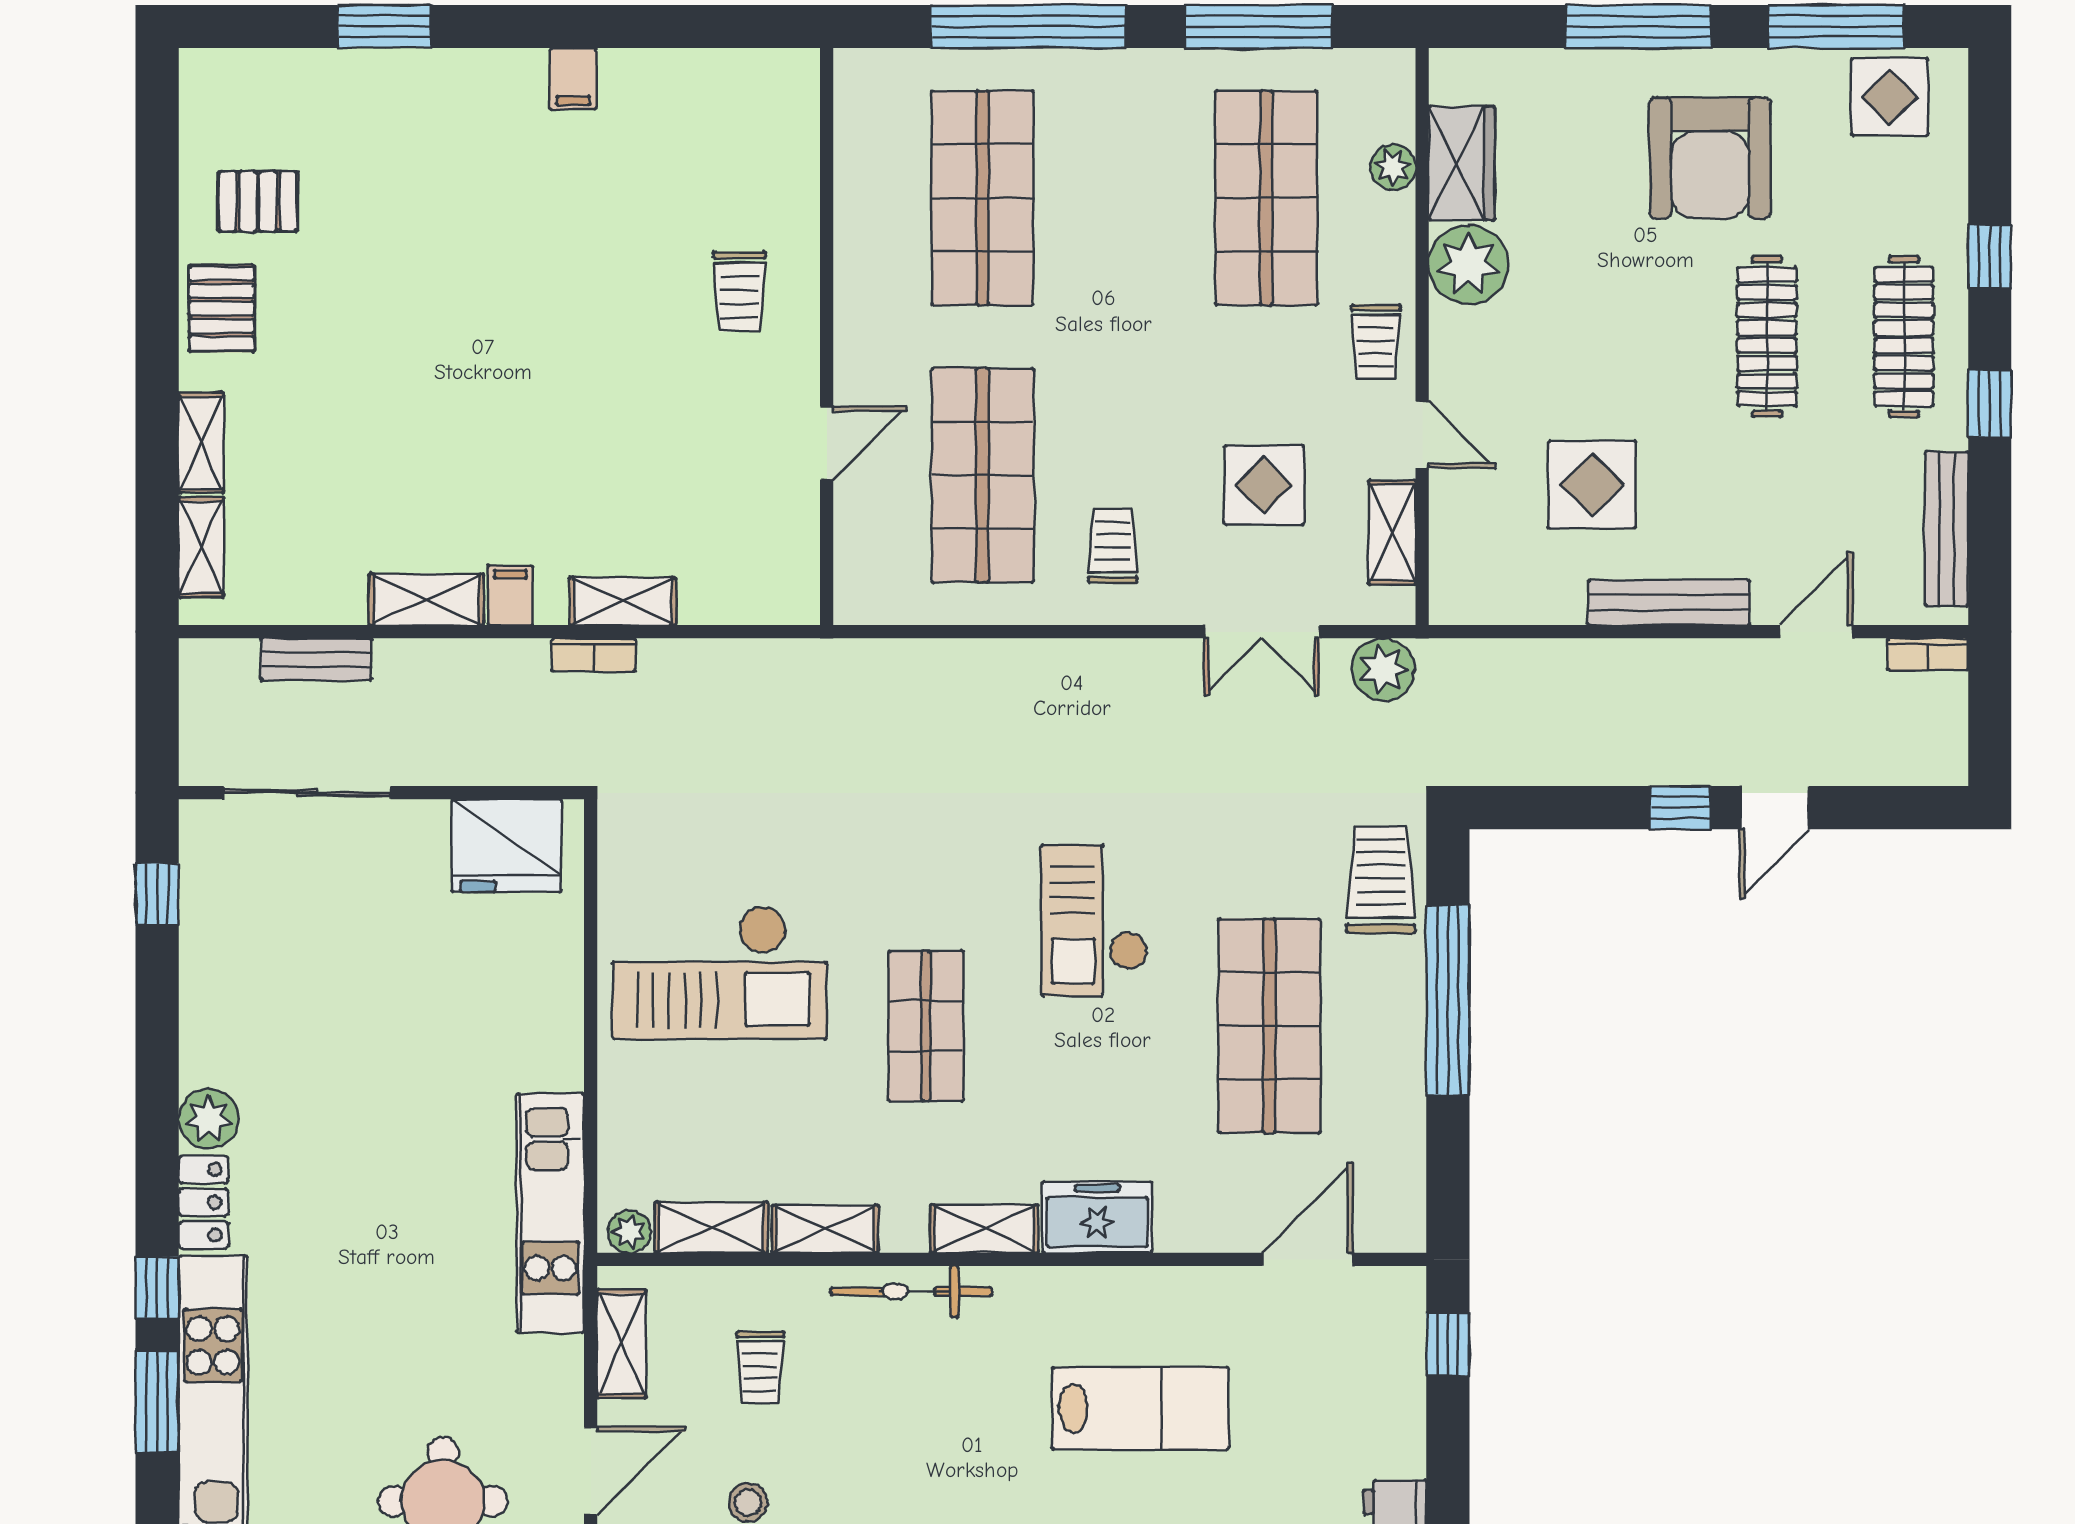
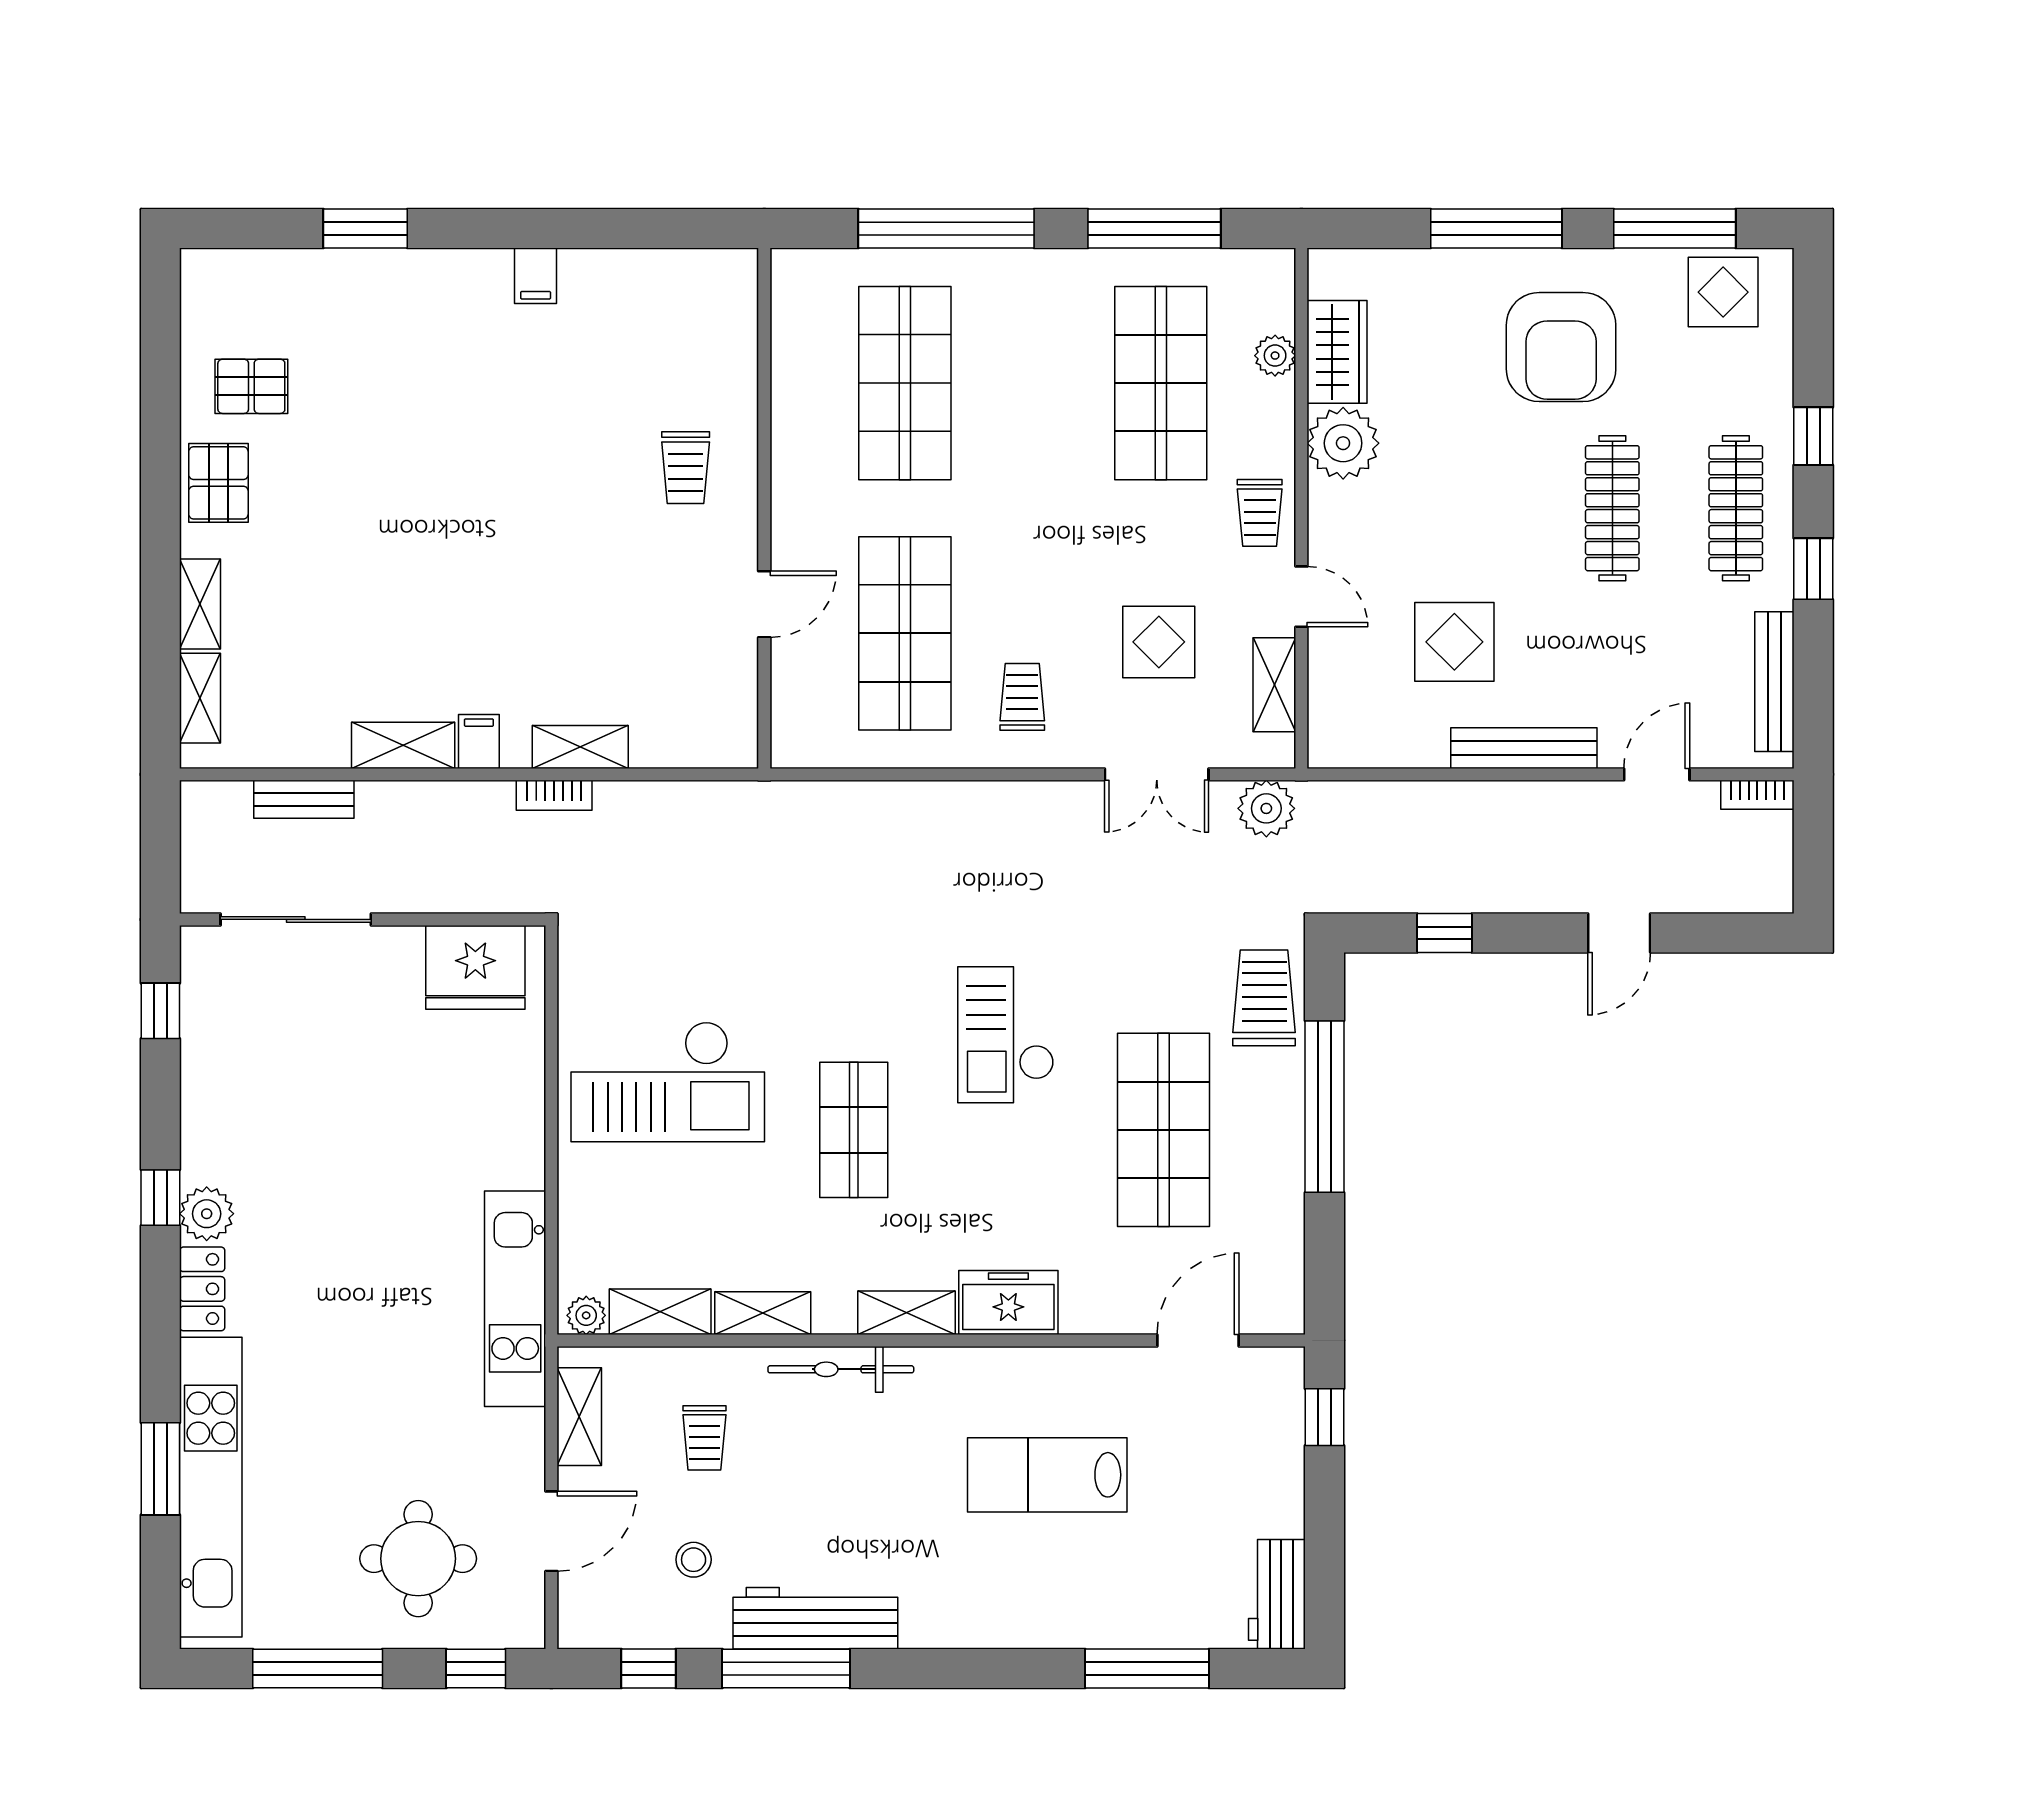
window: (1680, 808) -> (1444, 933), moved
window: (157, 1288) -> (160, 1198), moved
lab bench: (1140, 1408) -> (1047, 1475), turned 180

